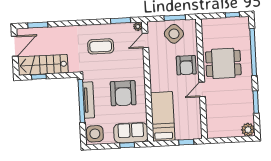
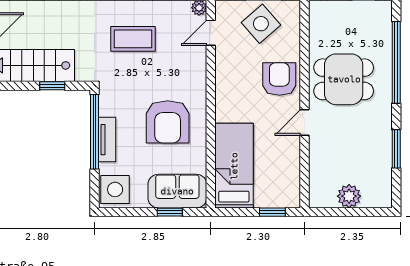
armchair: (186, 65) -> (279, 79), turned 180
window: (39, 77) -> (52, 86), moved
tv unit: (89, 100) -> (107, 140), width x0.71
plant: (248, 130) -> (349, 196), moved

